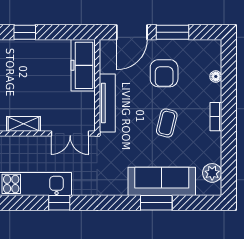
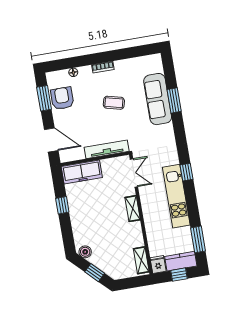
window: (25, 32) -> (62, 205), moved
window: (173, 32) -> (44, 98), moved
armchair: (164, 73) -> (62, 98), moved, turned -90
plant: (212, 173) -> (145, 63), removed

